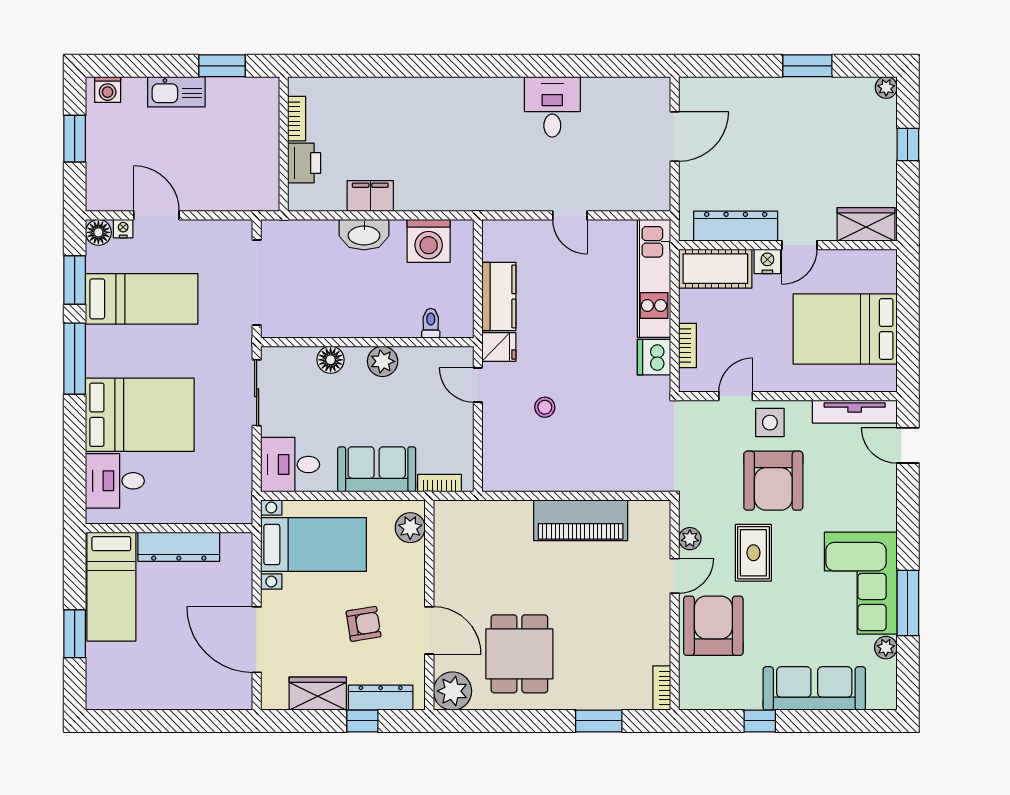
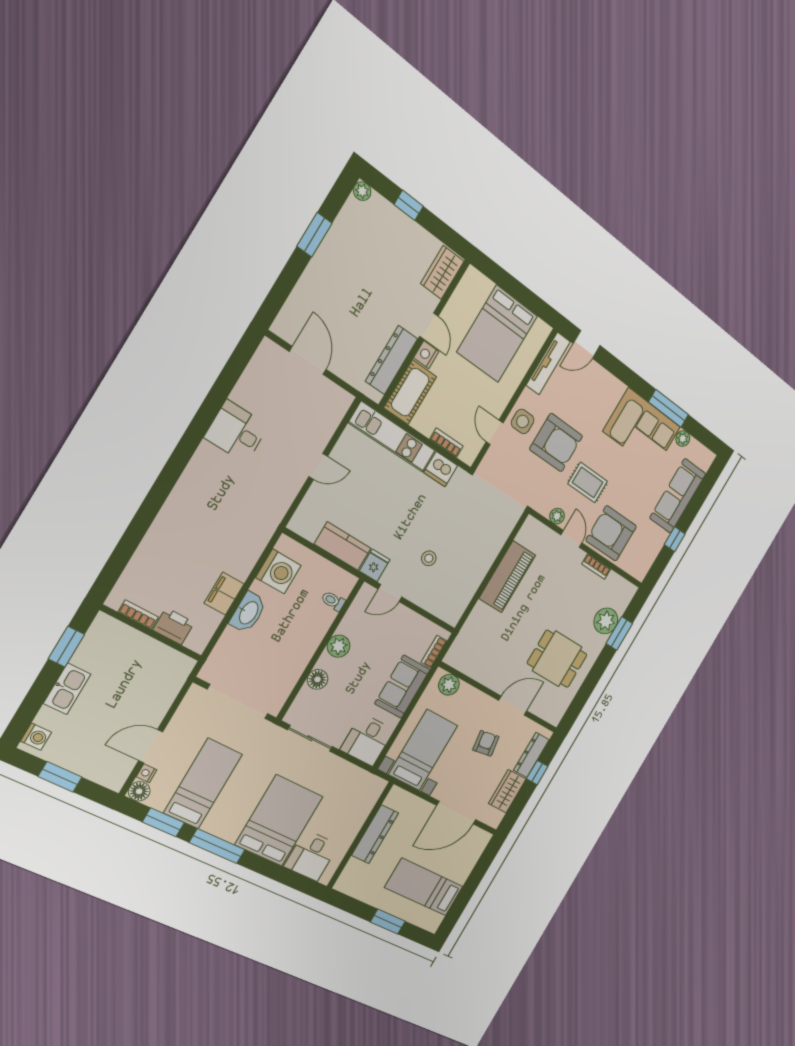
bed: (111, 587) -> (424, 887), moved, turned 180
bookcase: (662, 688) -> (596, 566), moved
plant: (452, 691) -> (606, 621), moved

